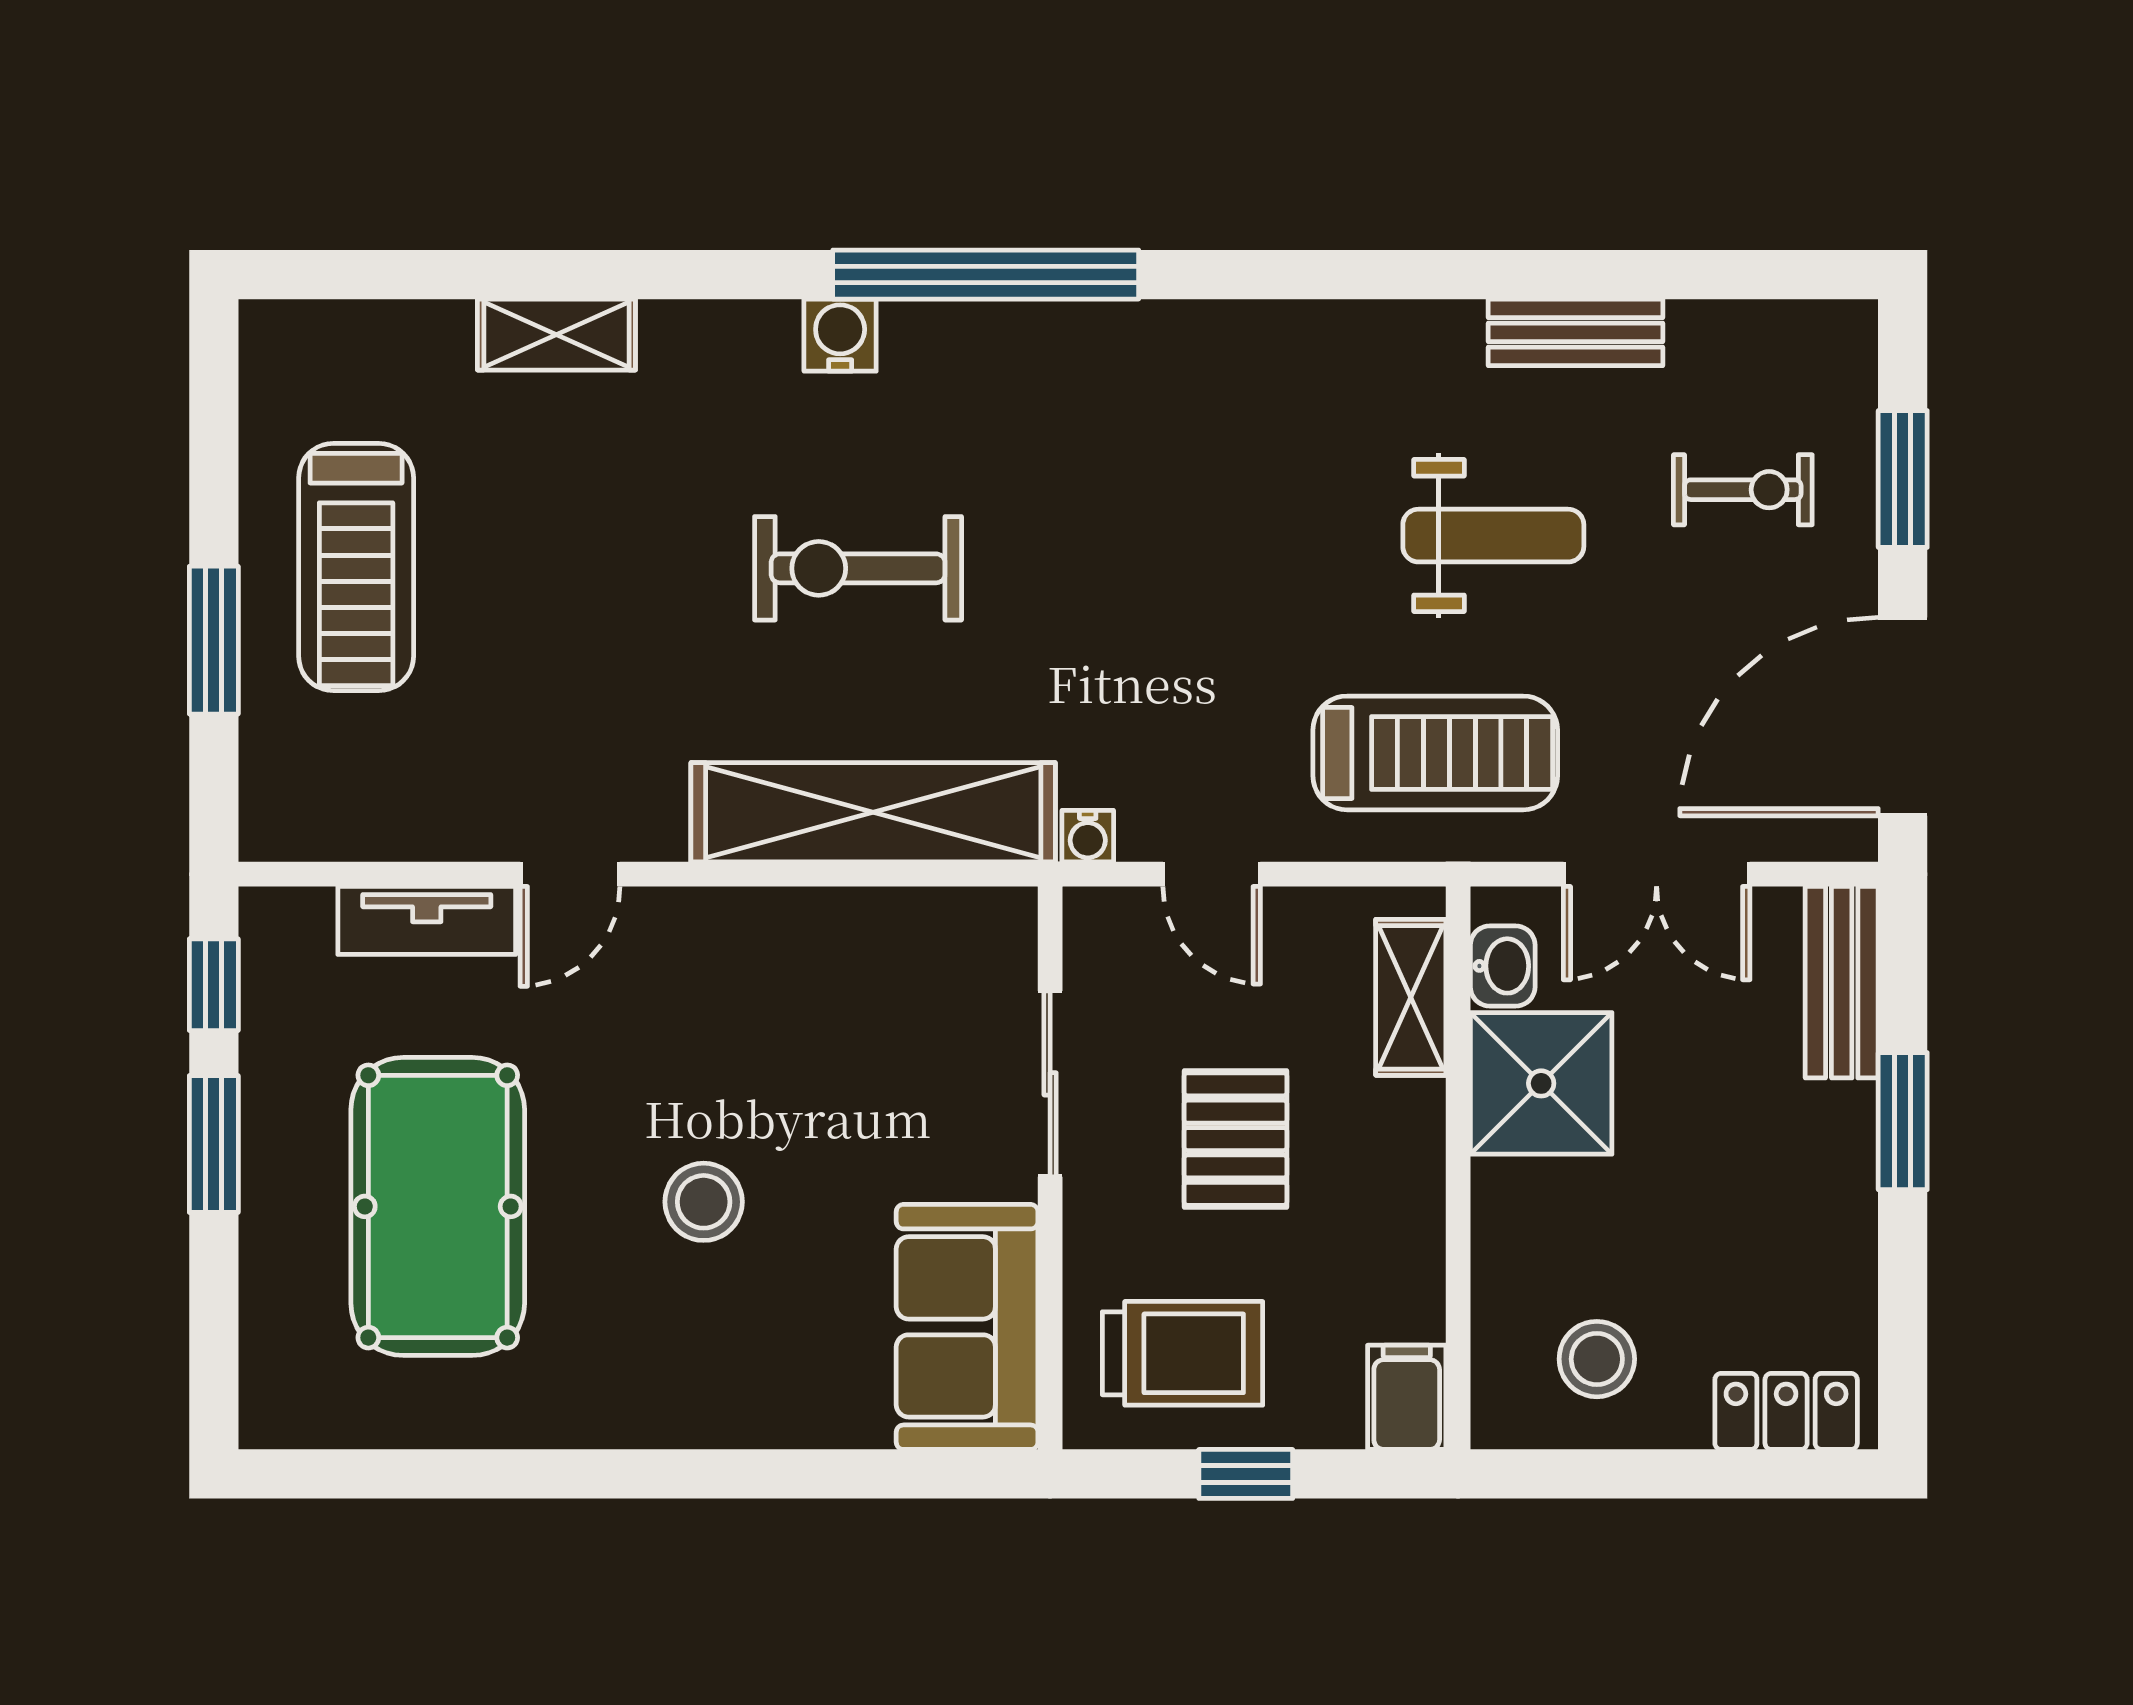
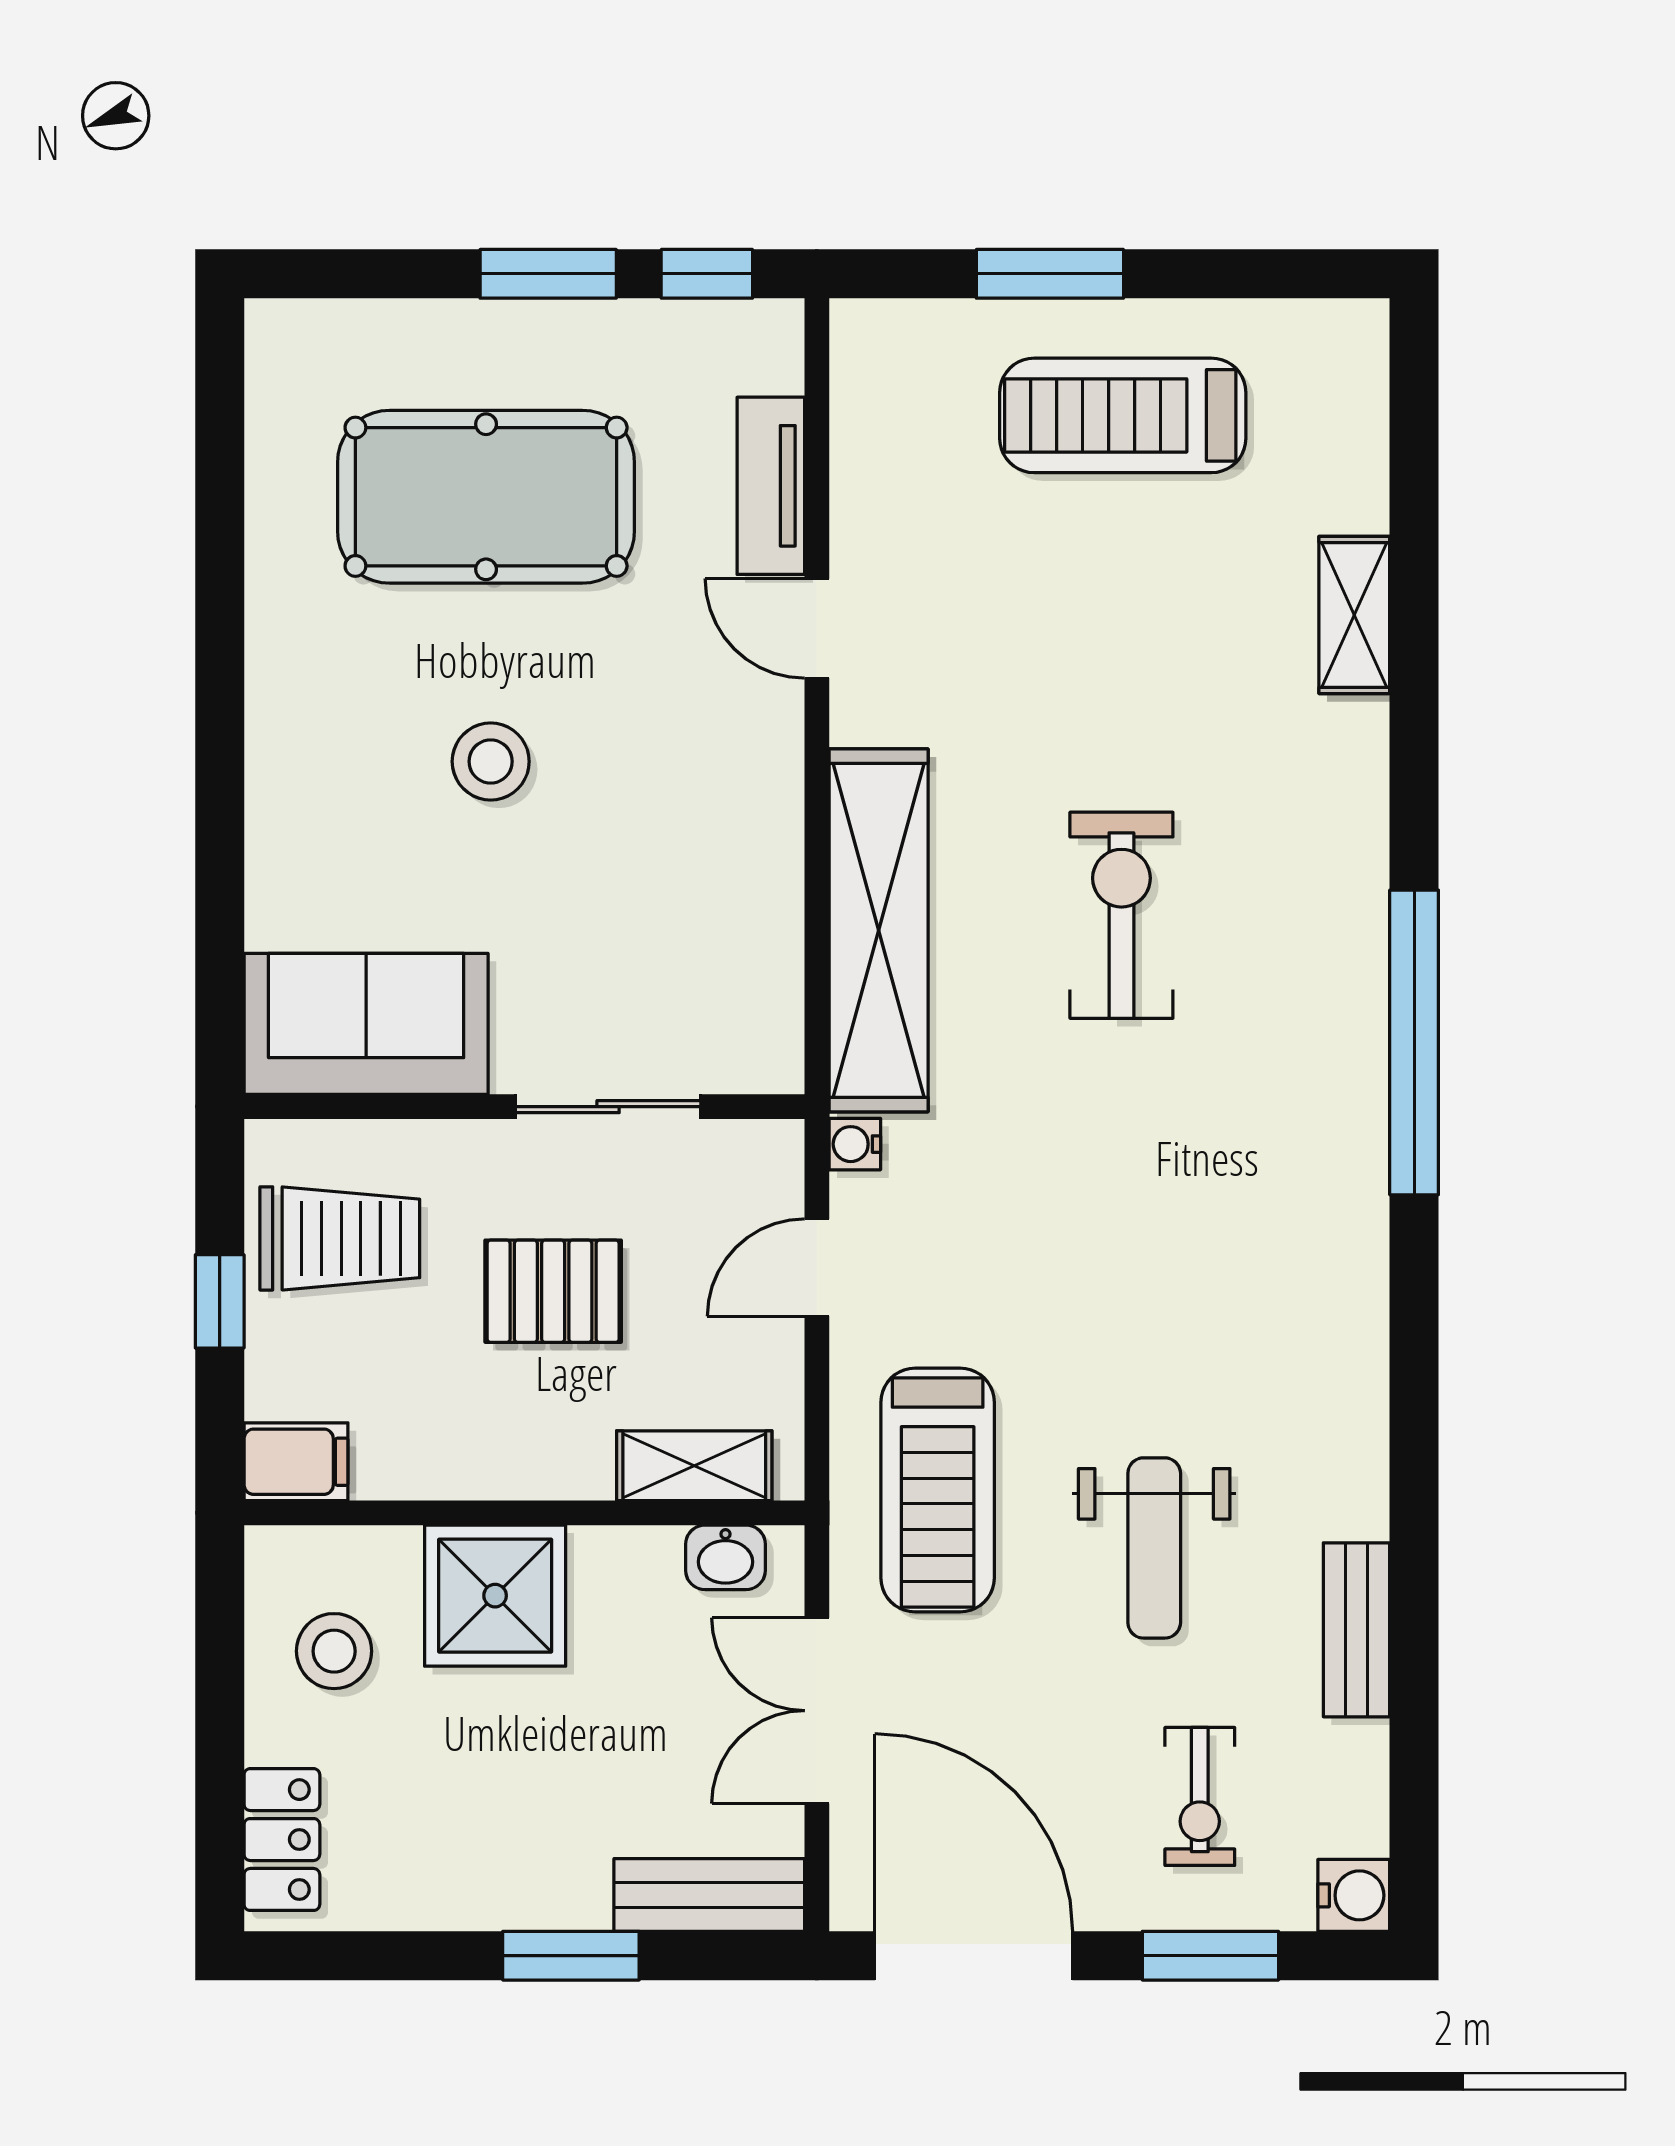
water cooler: (840, 335) -> (1354, 1895), moved
shower: (1541, 1083) -> (495, 1596), moved
trolley: (1182, 1353) -> (340, 1238), turned -90

